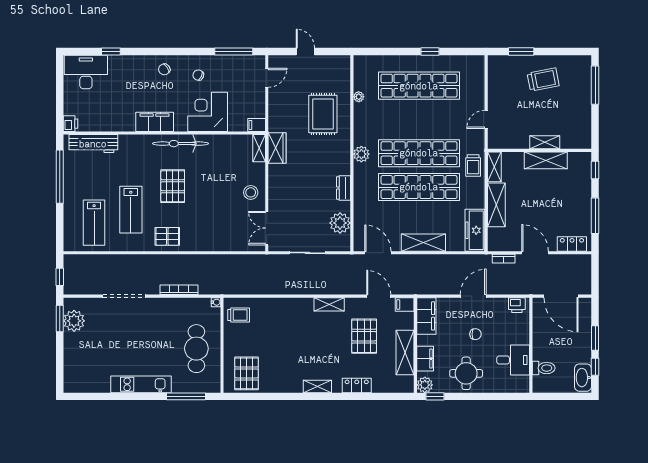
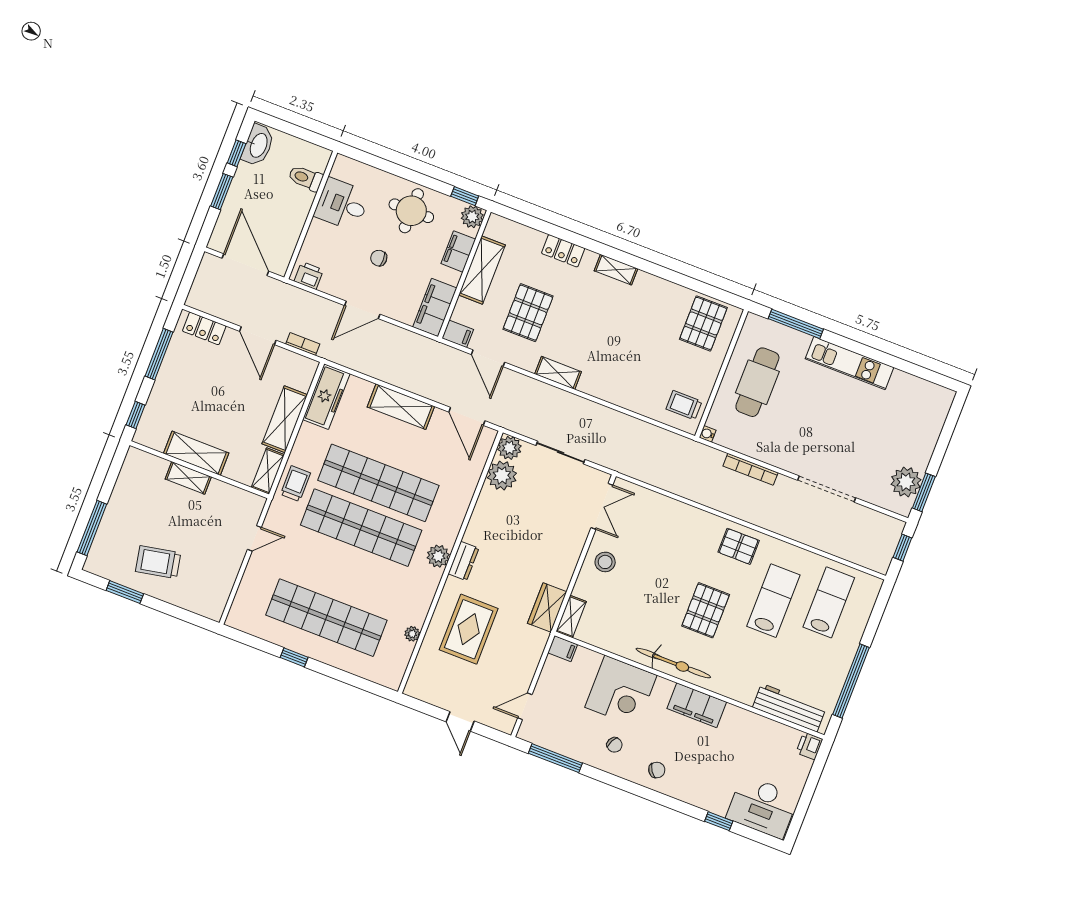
window: (521, 51) -> (125, 592), moved
dresser: (344, 188) -> (464, 561), moved
plant: (342, 243) -> (509, 448), added

